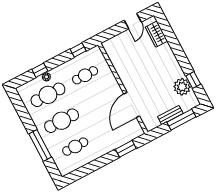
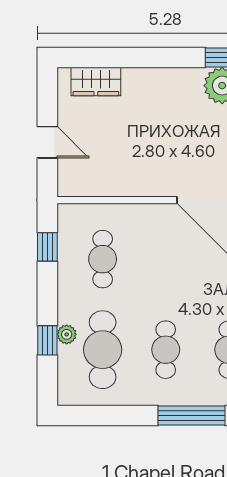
door: (133, 21) -> (47, 142), moved
cafe table: (62, 121) -> (166, 350), width x0.73, depth x0.74

